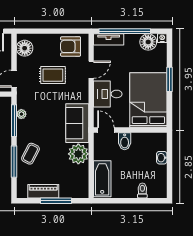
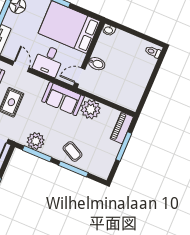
plant: (21, 114) -> (36, 141), width x1.88, depth x1.88
washbasin: (162, 158) -> (109, 30), moved
bathtub: (102, 179) -> (122, 97), removed
toilet: (142, 190) -> (153, 52), moved
piano: (43, 191) -> (122, 128), moved

